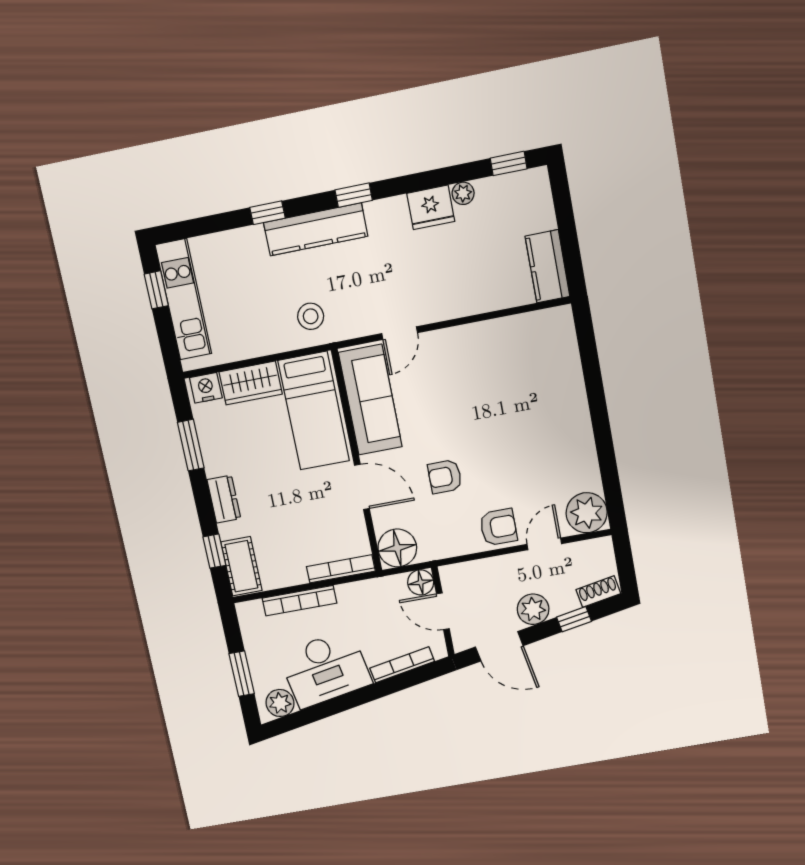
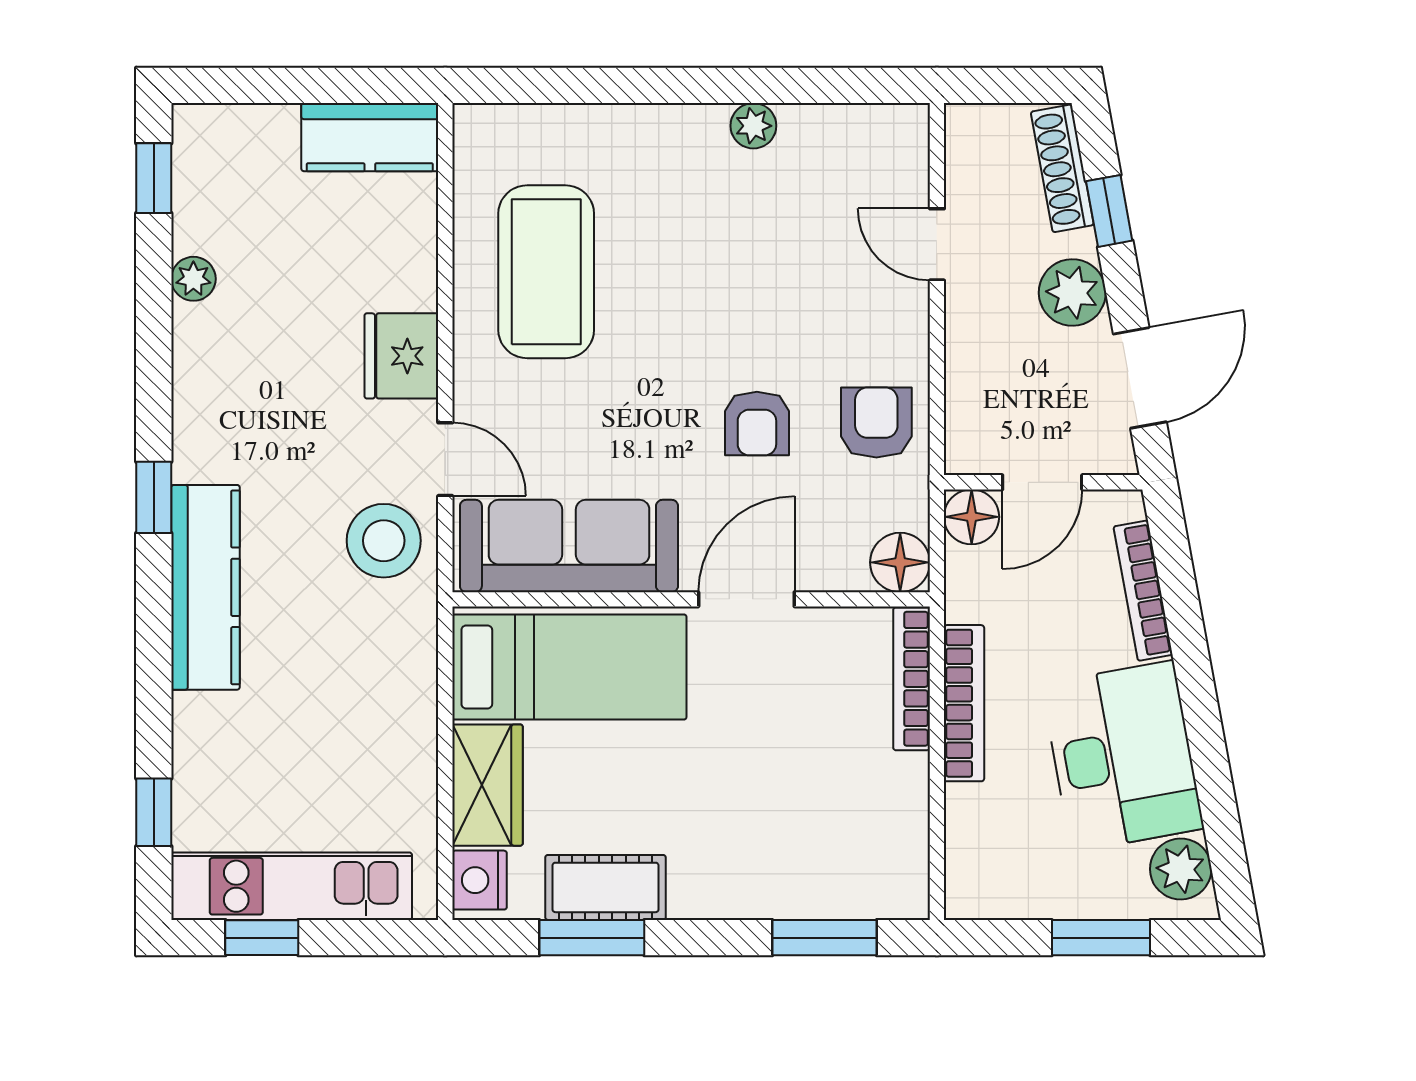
fridge: (431, 207) -> (401, 356), moved, turned 180
window: (267, 213) -> (154, 812), moved
stool: (311, 316) -> (384, 541), moved, width x1.38, depth x1.38
coffee table: (498, 364) -> (546, 272), added
dresser: (224, 499) -> (718, 893), removed
plant: (587, 513) -> (753, 126), moved, width x0.53, depth x0.53
armchair: (498, 527) -> (876, 422), moved
floor lamp: (397, 548) -> (900, 562), width x0.73, depth x0.73
window: (214, 551) -> (824, 938), width x1.50
cot: (241, 566) -> (605, 887), moved
shoe rack: (598, 592) -> (1062, 168), width x1.43
bookcase: (299, 601) -> (964, 703), moved

